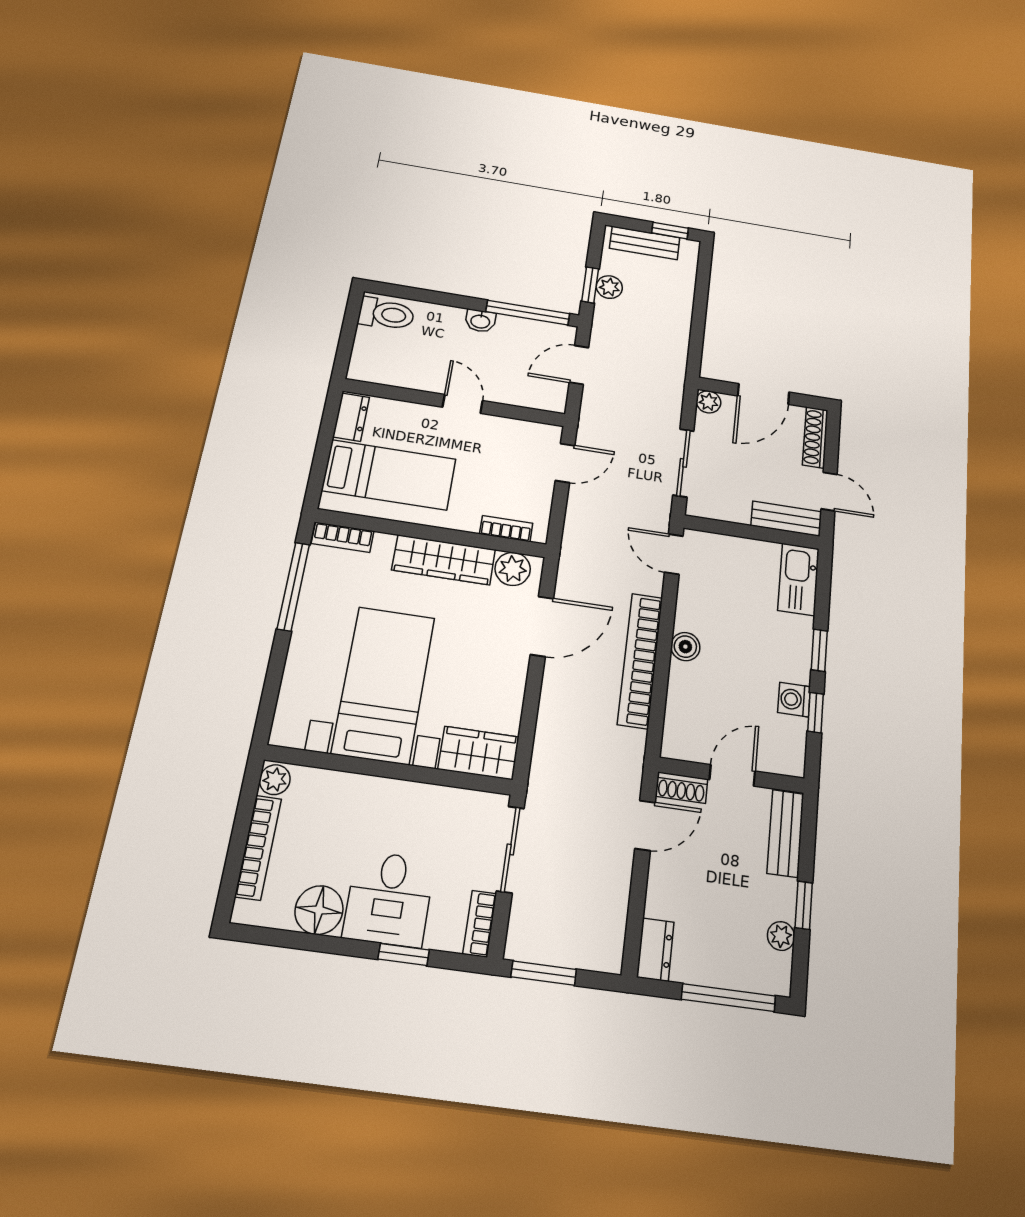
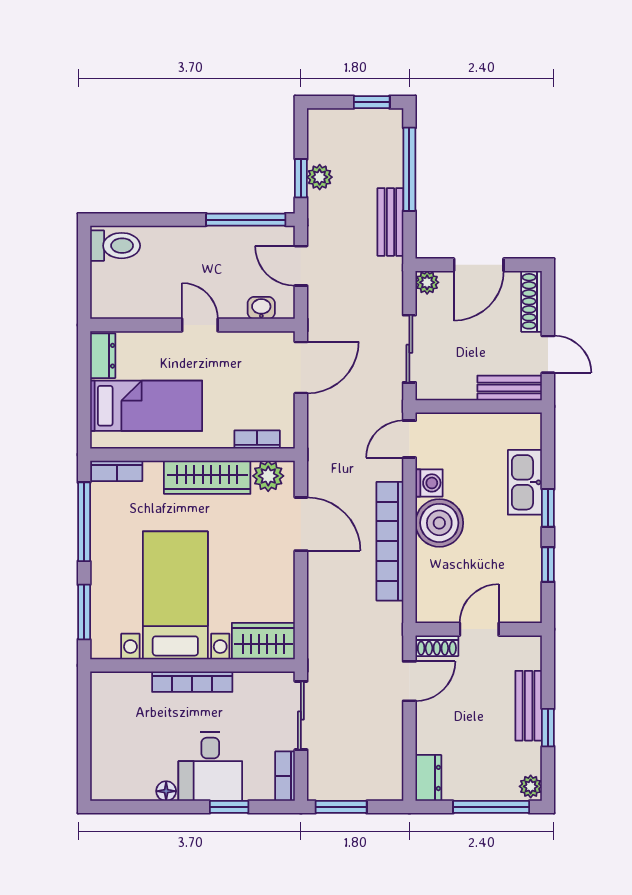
bench: (645, 243) -> (390, 222), moved, turned 90
window: (701, 295) -> (409, 169), added
washbasin: (480, 321) -> (261, 308), moved, turned 180
door: (579, 365) -> (301, 266), hinge flipped
door: (565, 463) -> (301, 368), width x1.38
door: (674, 554) -> (409, 439), hinge flipped
kitchen sink: (798, 579) -> (525, 482), moved
door: (542, 626) -> (301, 524), hinge flipped
boiler: (685, 647) -> (439, 523), width x1.86, depth x1.86
window: (271, 688) -> (84, 612), added
washing machine: (794, 700) -> (429, 483), moved, turned 180
plant: (275, 780) -> (102, 686), removed
bench: (785, 833) -> (529, 706), moved
bookcase: (258, 847) -> (192, 682), moved, turned 90
floor lamp: (319, 910) -> (166, 791), width x0.53, depth x0.53
plant: (781, 936) -> (531, 786), moved

